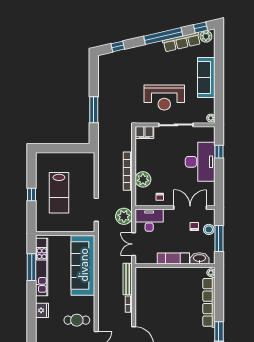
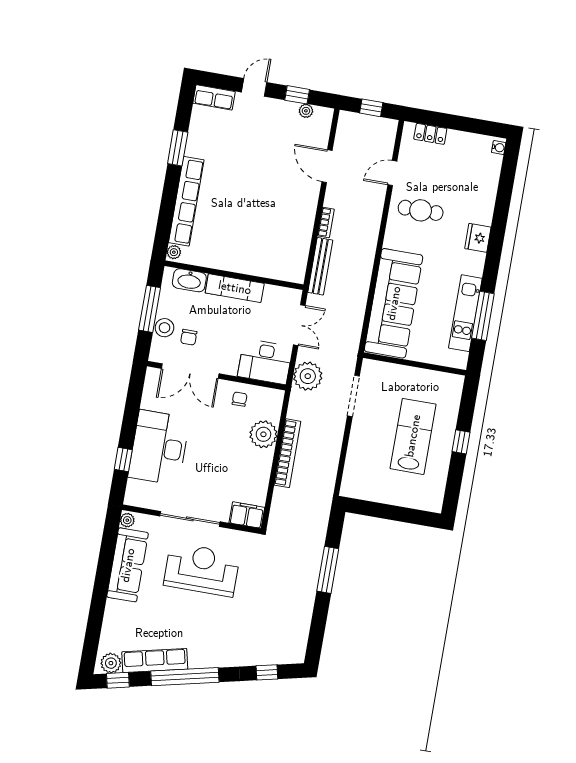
sofa: (206, 77) -> (128, 565), moved
kitchen unit: (42, 267) -> (465, 313), width x0.73

